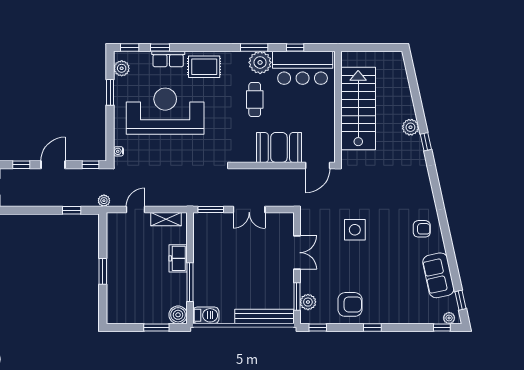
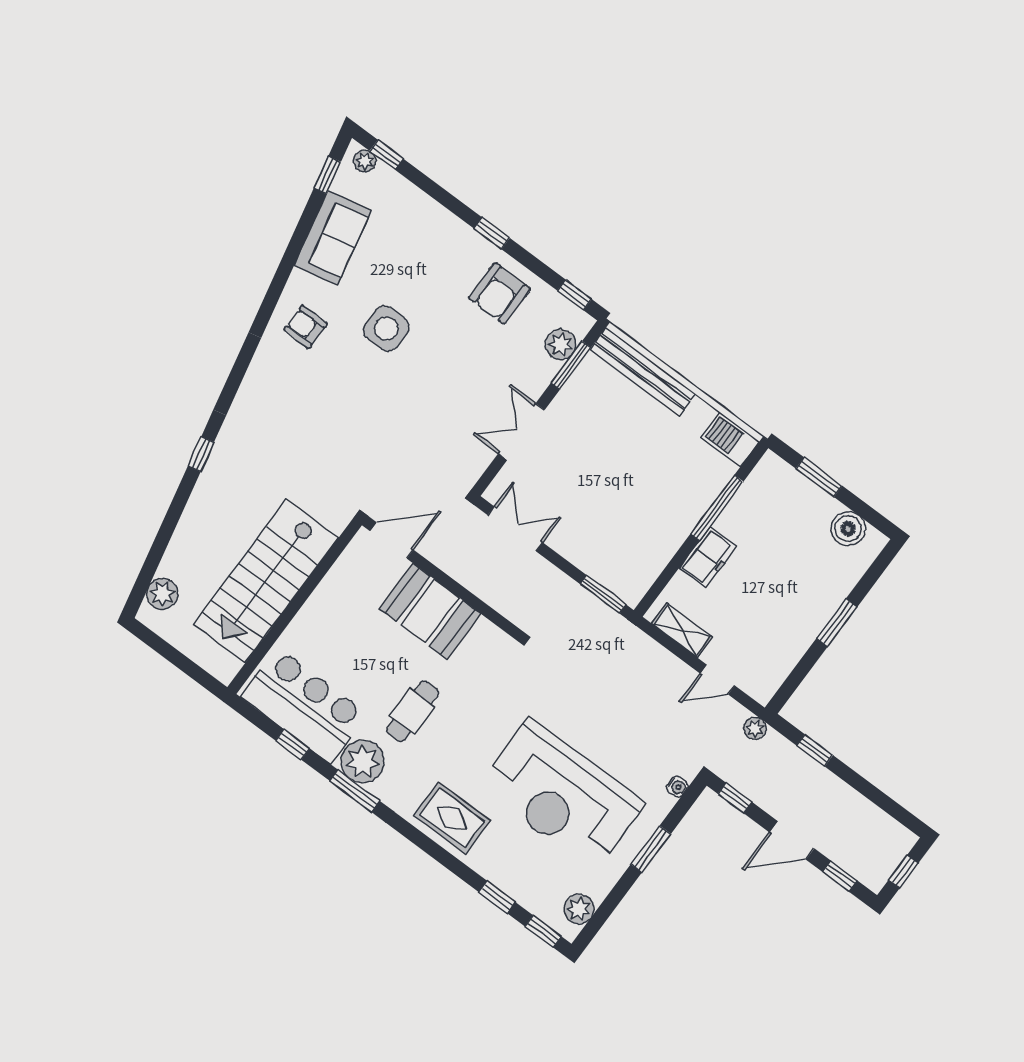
row of seats: (168, 59) -> (498, 870), removed
window: (110, 92) -> (651, 849), moved
plant: (410, 127) -> (162, 594), moved
double door: (249, 209) -> (515, 529), moved
side table: (355, 230) -> (386, 329), moved
armchair: (350, 304) -> (500, 293), turned -90
boiler: (178, 315) -> (848, 529), moved

